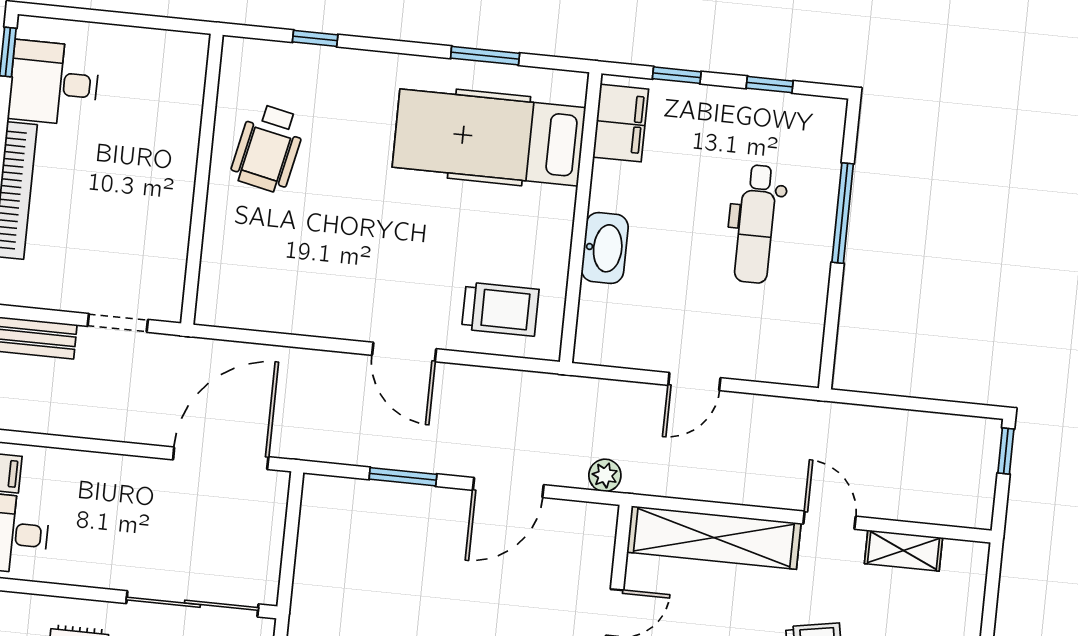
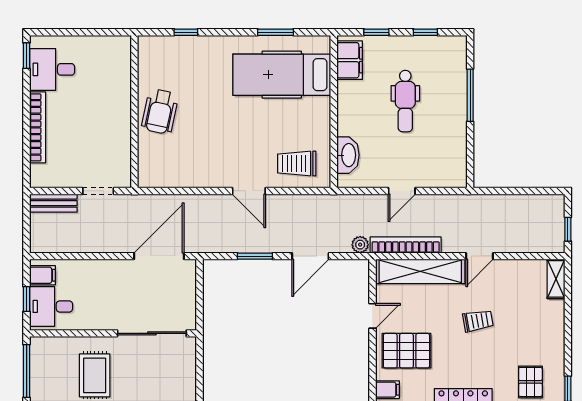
wheelchair: (268, 148) -> (160, 112), moved
dental chair: (756, 224) -> (405, 101), moved
washbasin: (605, 248) -> (348, 155), moved
trolley: (500, 309) -> (297, 164), turned 180
window: (1006, 451) -> (568, 229), moved
bookcase: (691, 485) -> (406, 245), added
door: (829, 520) -> (480, 256), swing flipped
shelving: (903, 551) -> (556, 279), moved, turned 90

